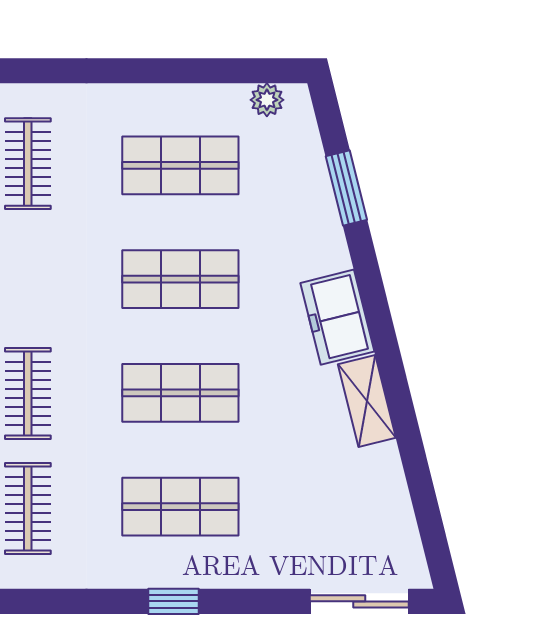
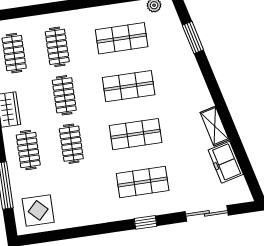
freezer: (337, 317) -> (226, 162), moved
clothes rail: (28, 508) -> (64, 95), moved
sliding door: (359, 601) -> (207, 213), moved

